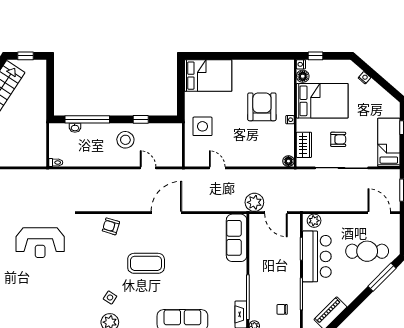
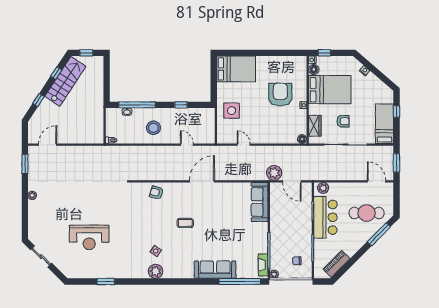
stool: (125, 140) -> (153, 128), moved
reception desk: (40, 243) -> (89, 237), moved
coffee table: (146, 263) -> (185, 223), width x0.54, depth x0.58

